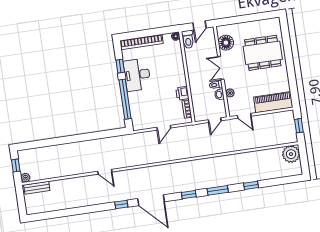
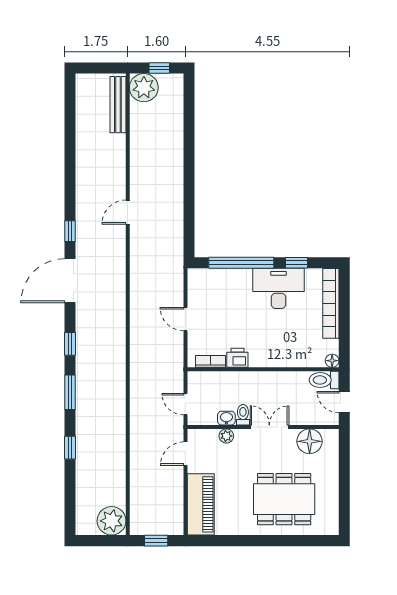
dining table: (263, 53) -> (284, 499), turned 90
plant: (25, 178) -> (144, 88), width x1.88, depth x1.88
bench: (37, 188) -> (118, 105), width x1.36

